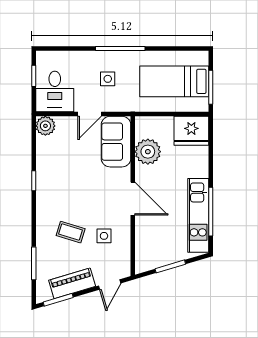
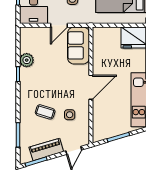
plant: (45, 126) -> (27, 60), moved
plant: (148, 152) -> (102, 53), removed
door: (133, 199) -> (91, 87), hinge flipped

